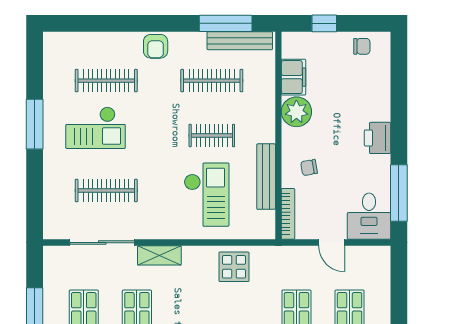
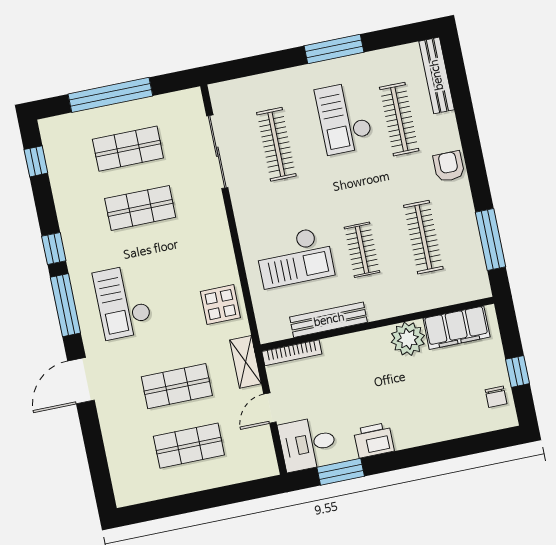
window: (324, 23) -> (518, 371), moved
bench: (240, 41) -> (437, 75), moved
armchair: (156, 46) -> (449, 166), turned 90
filing cabinet: (294, 77) -> (457, 328), width x1.50, depth x1.17
printer: (378, 138) -> (374, 440), moved
chair: (309, 168) -> (348, 366), removed
window: (399, 193) -> (341, 472), width x0.69
shelving: (159, 255) -> (245, 362), moved

